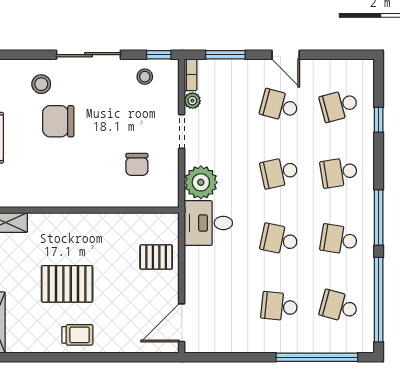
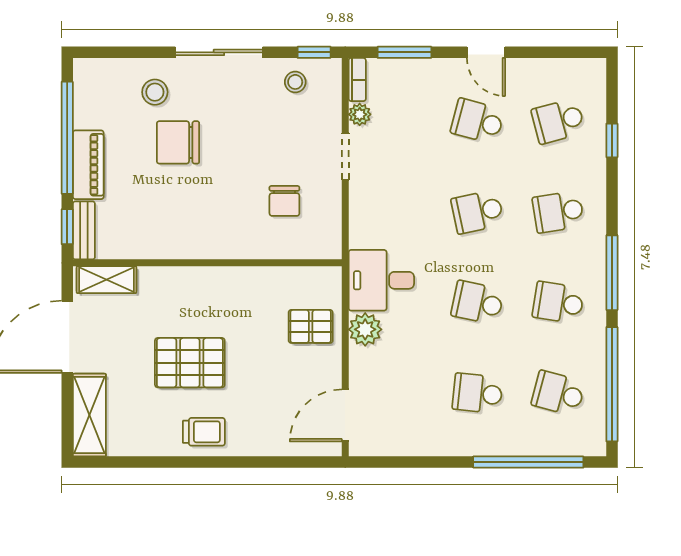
plant: (201, 182) -> (365, 329), moved, width x0.73, depth x0.73

